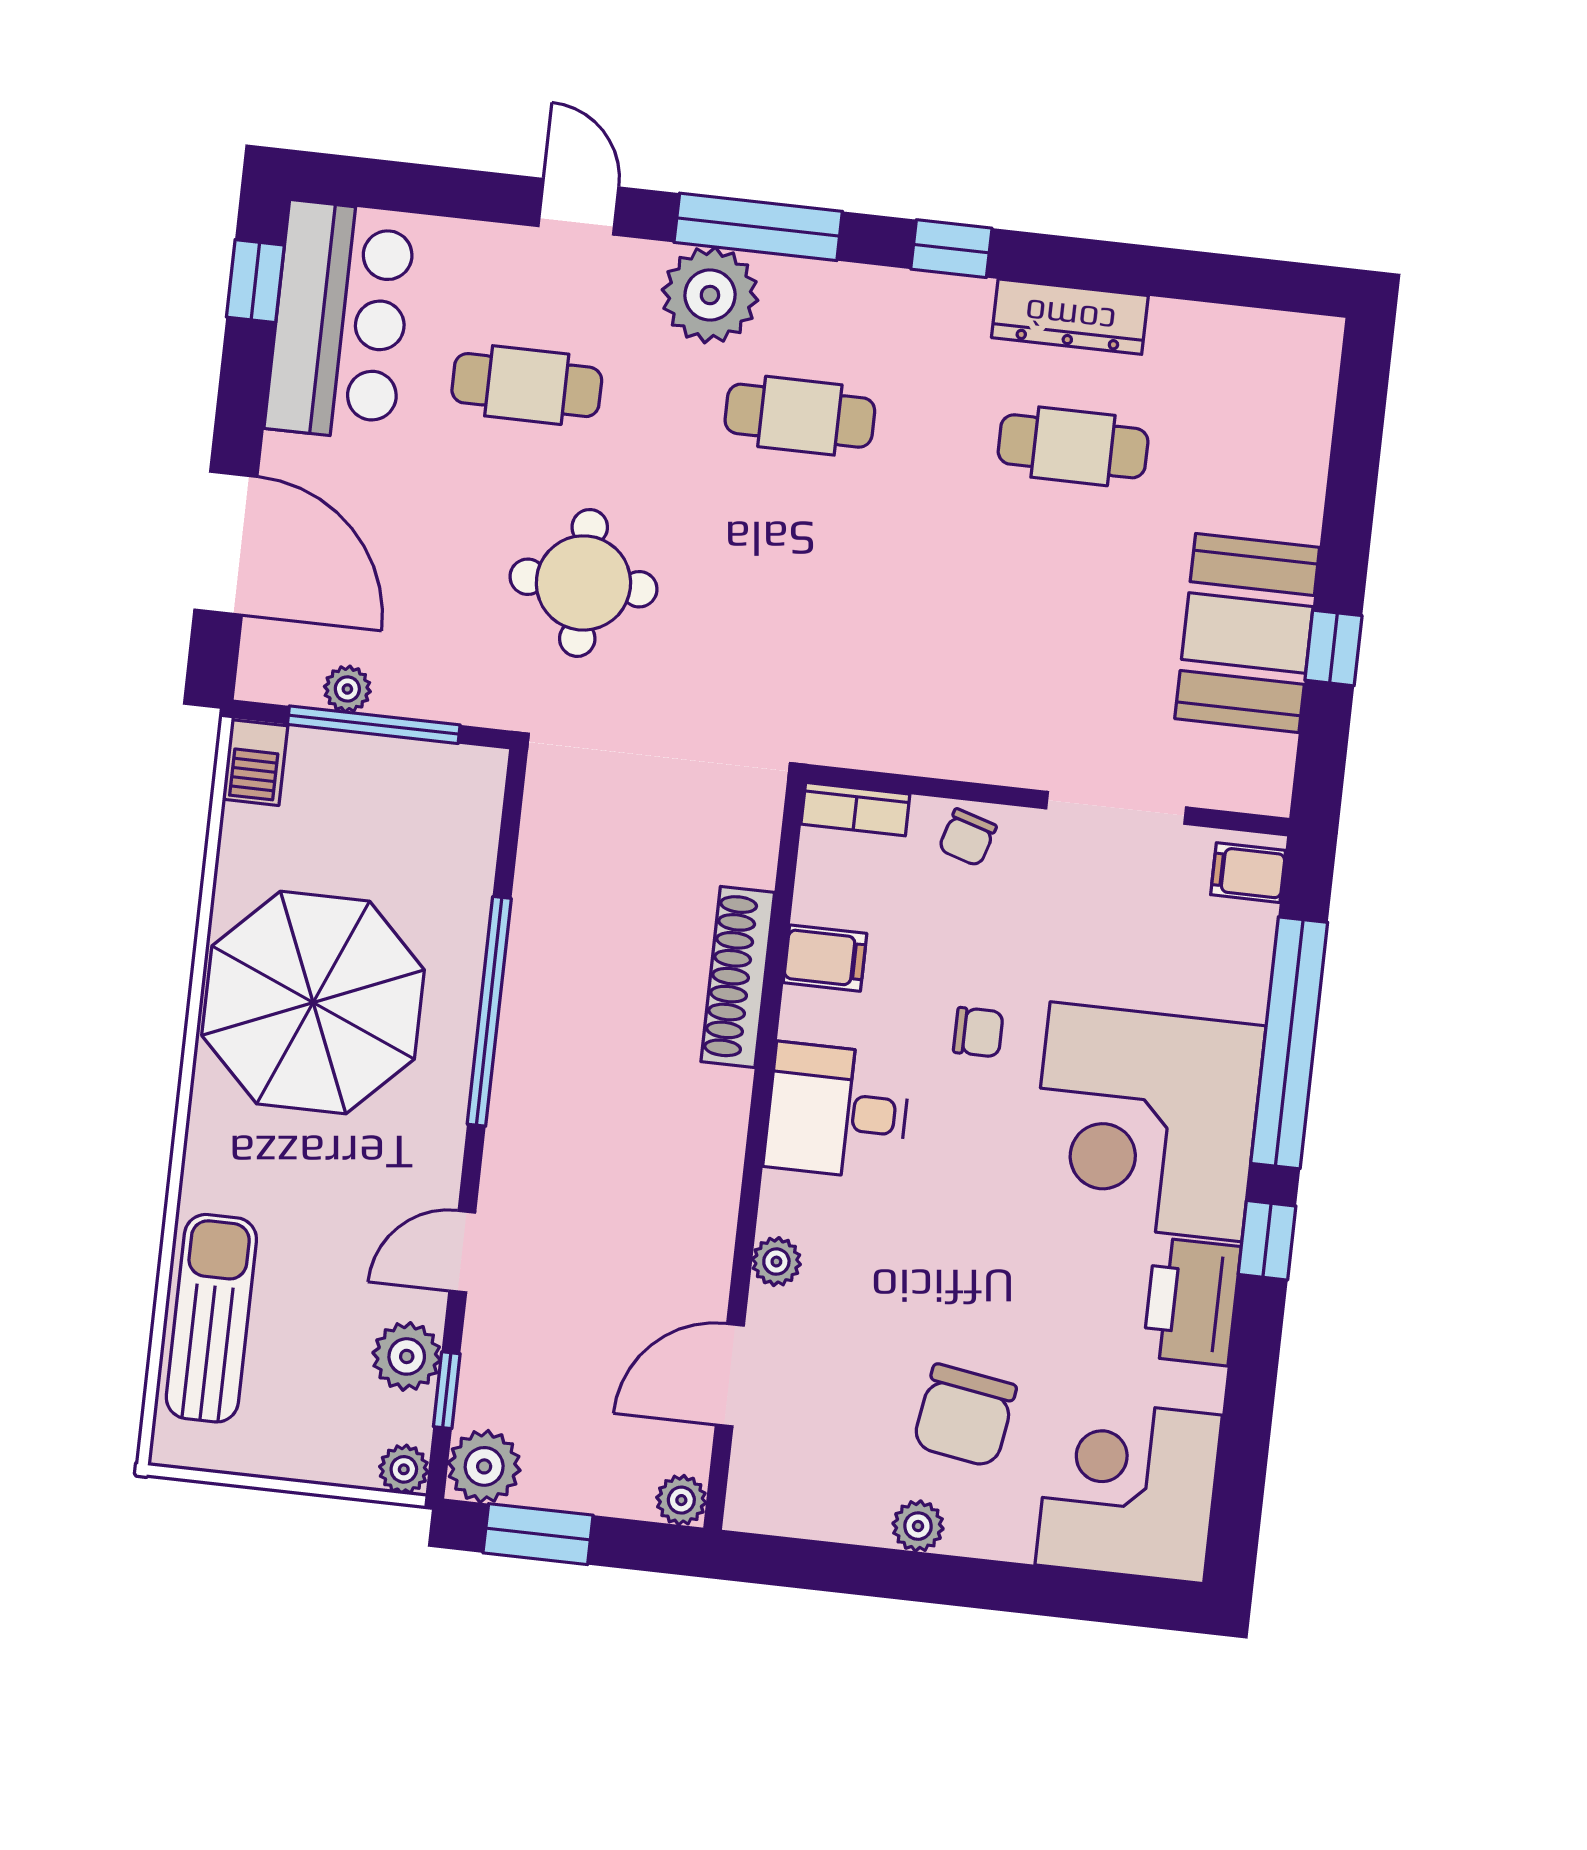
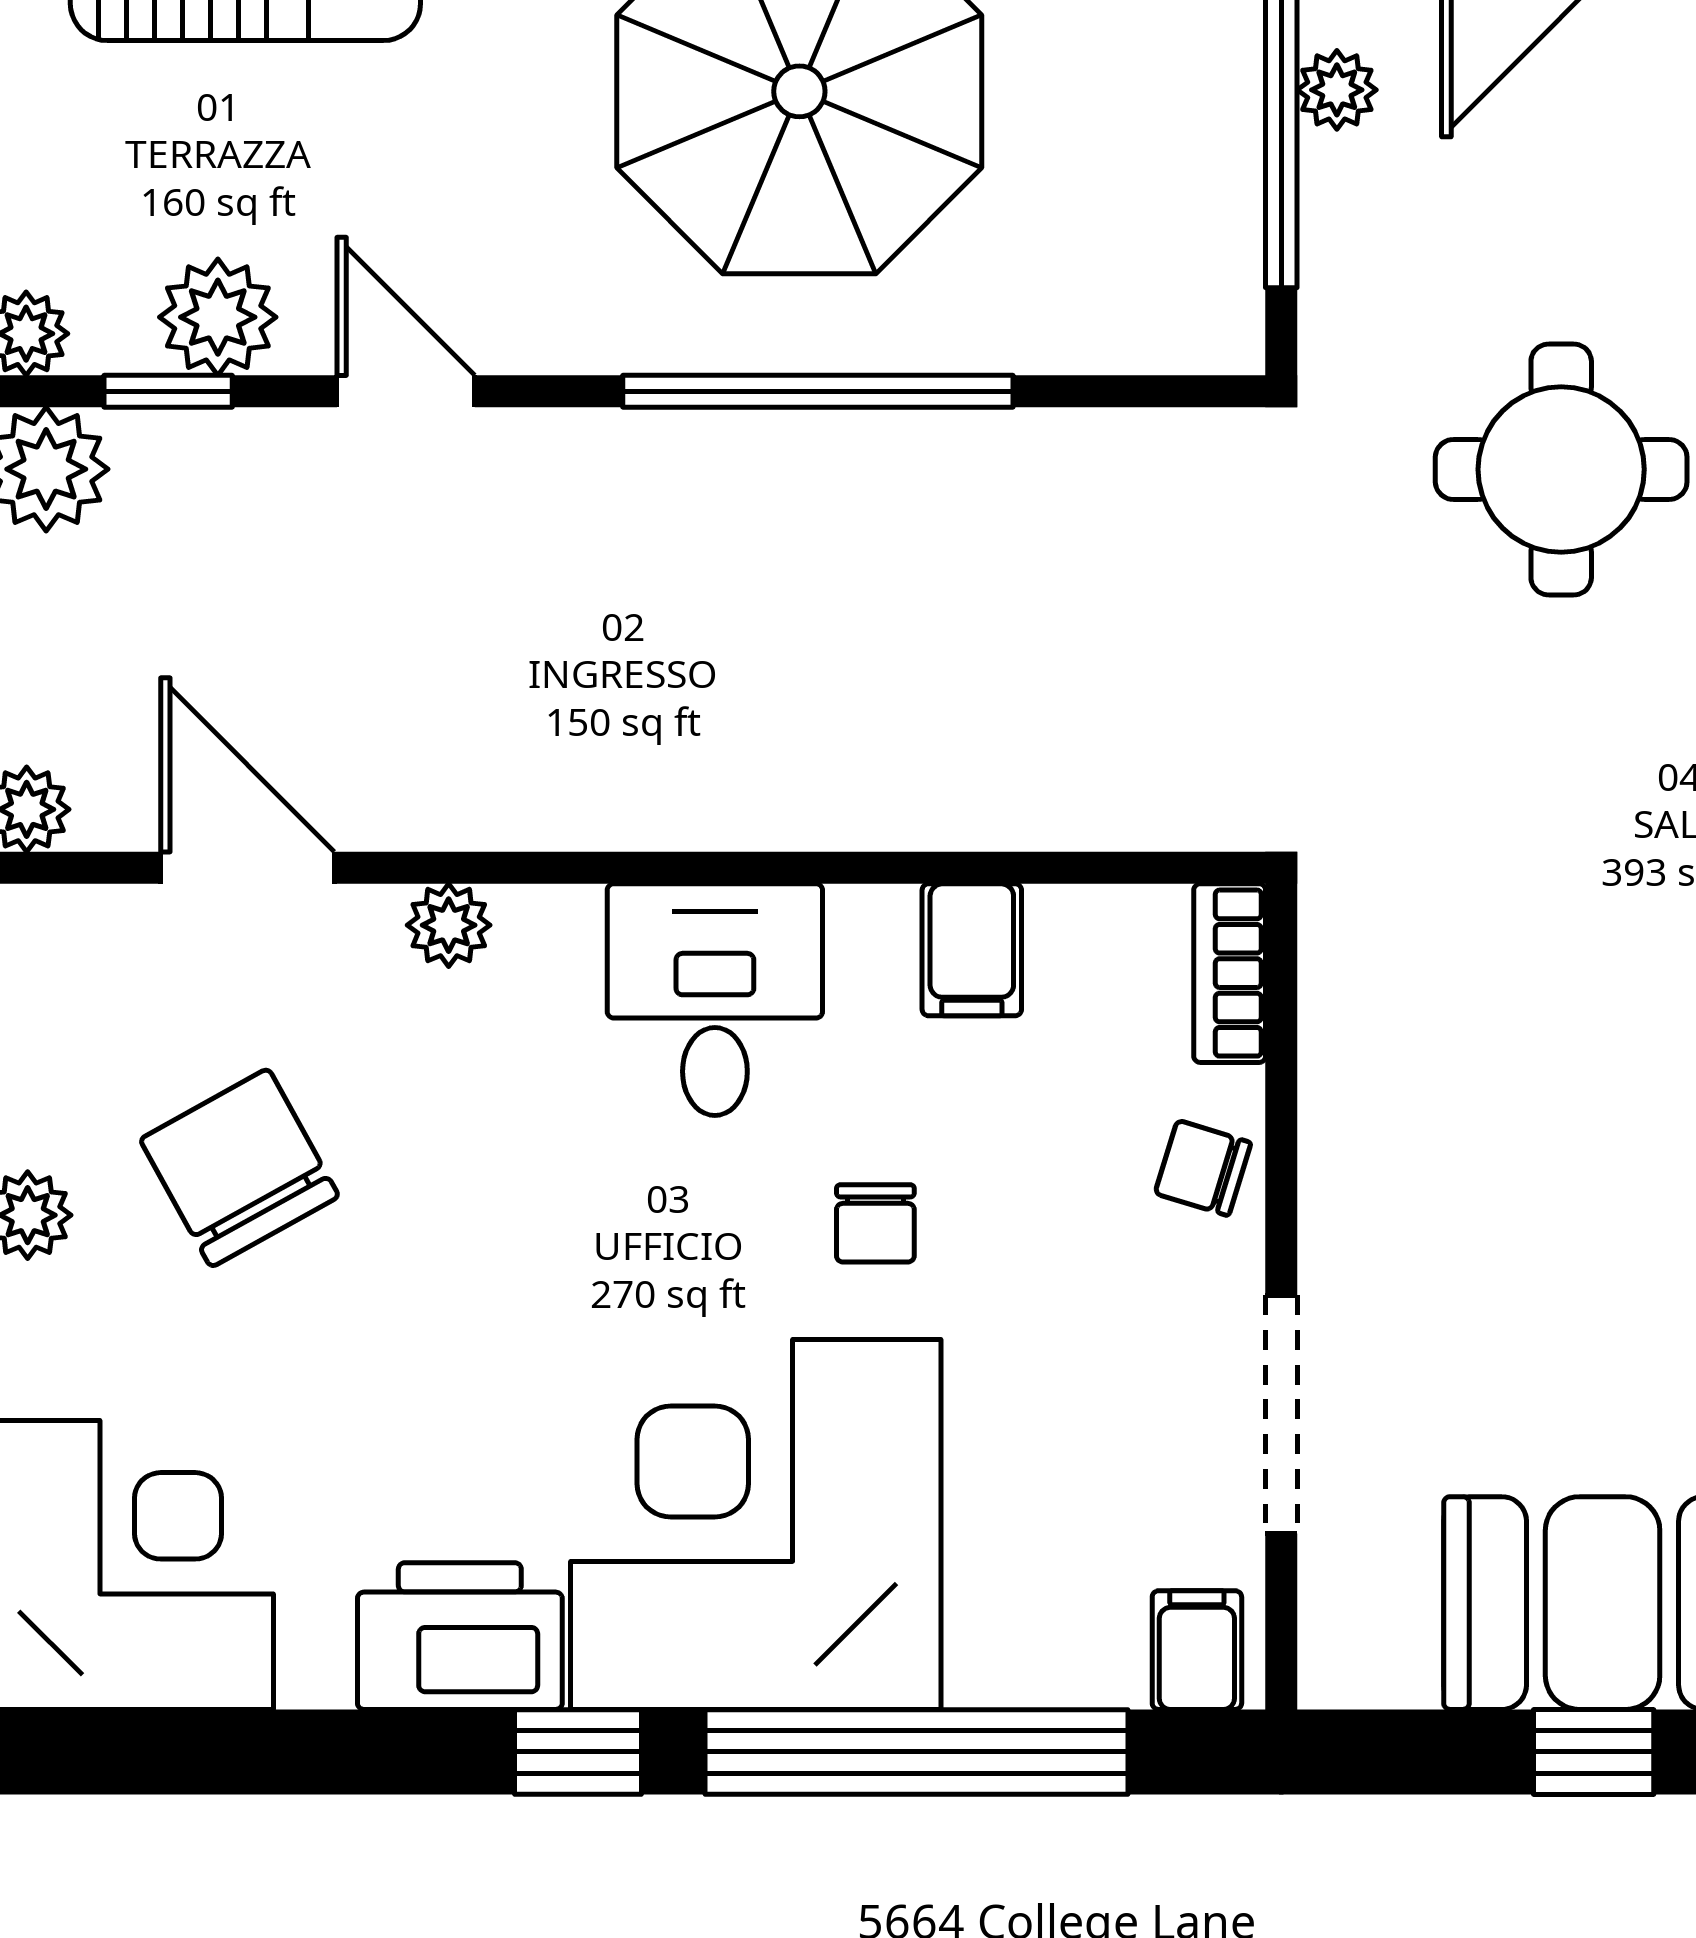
shoe rack: (738, 977) -> (923, 805), removed
chair: (965, 1416) -> (239, 1168), moved, turned 52

